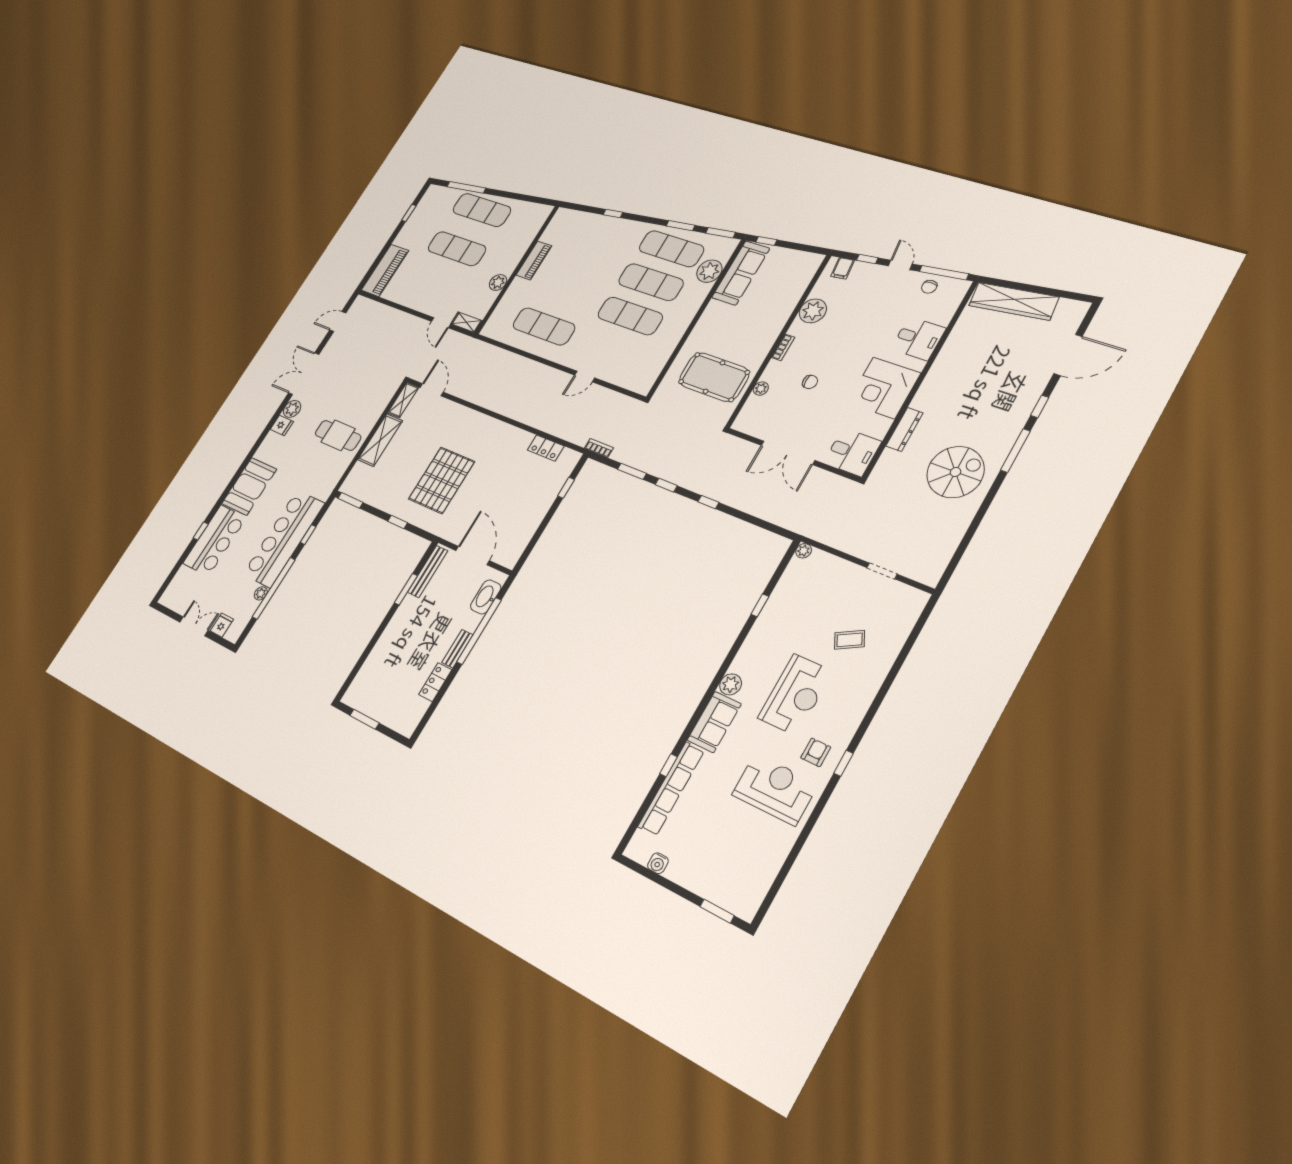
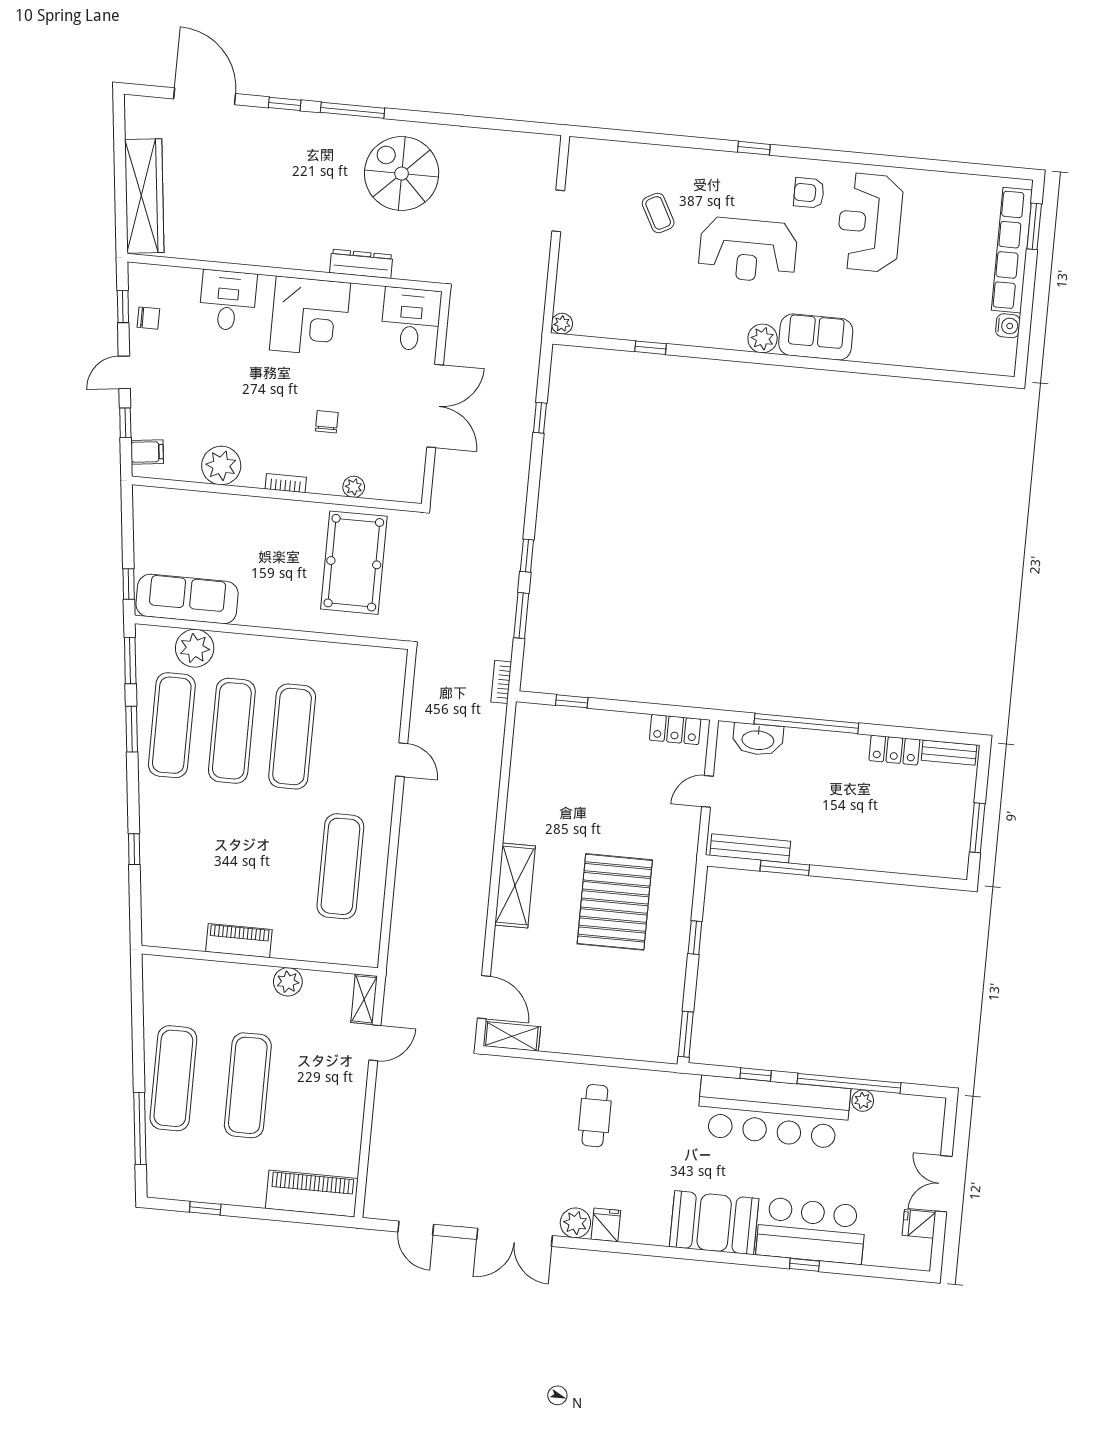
window: (944, 273) -> (123, 307), width x0.46
door: (432, 390) -> (484, 997), swing flipped
cafe table: (338, 435) -> (595, 1116), width x0.73, depth x0.74
shelving: (380, 440) -> (515, 885), moved, turned 90
locker: (546, 448) -> (675, 730), moved, turned 90
pallet: (442, 480) -> (615, 902), turned 90
window: (708, 502) -> (540, 418), moved
door: (473, 556) -> (707, 791), width x0.53
fridge: (222, 625) -> (919, 1224), moved
bench: (457, 649) -> (949, 753), moved
reception desk: (795, 695) -> (748, 250), turned 180
window: (843, 763) -> (754, 148), moved
window: (668, 765) -> (888, 370), removed
row of seats: (671, 789) -> (1012, 250), moved, turned -90

